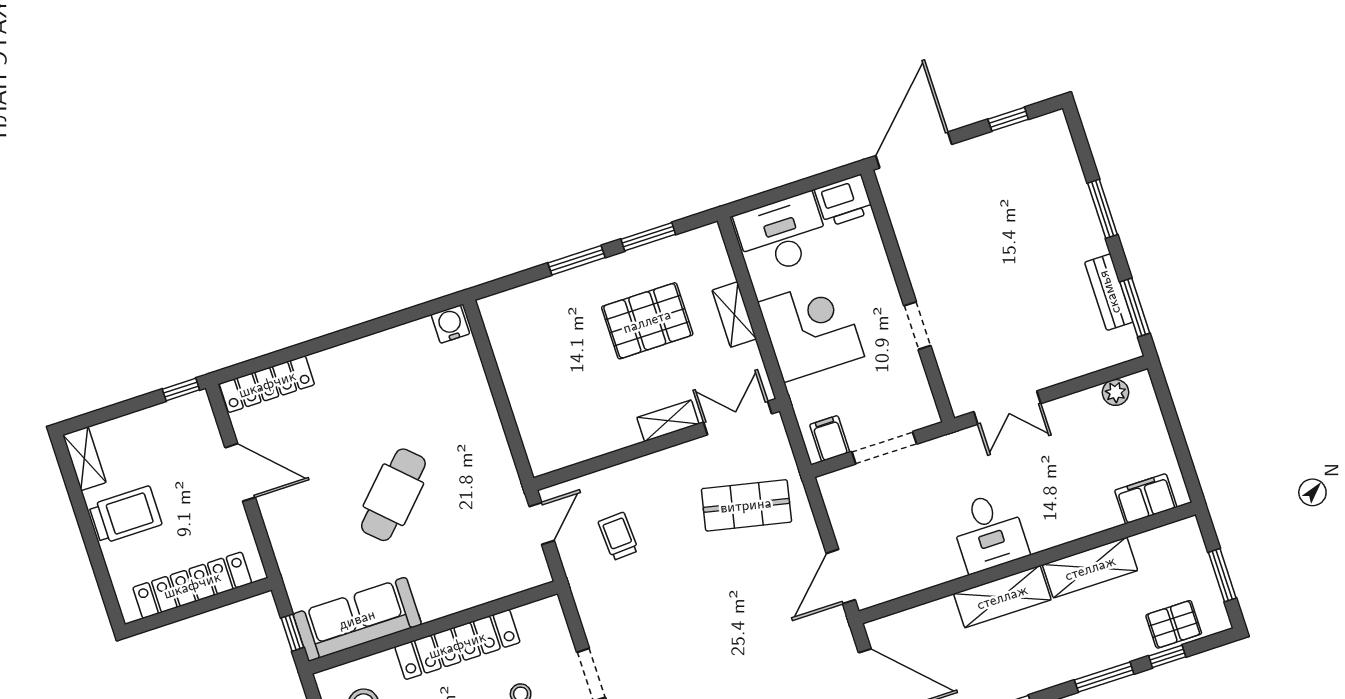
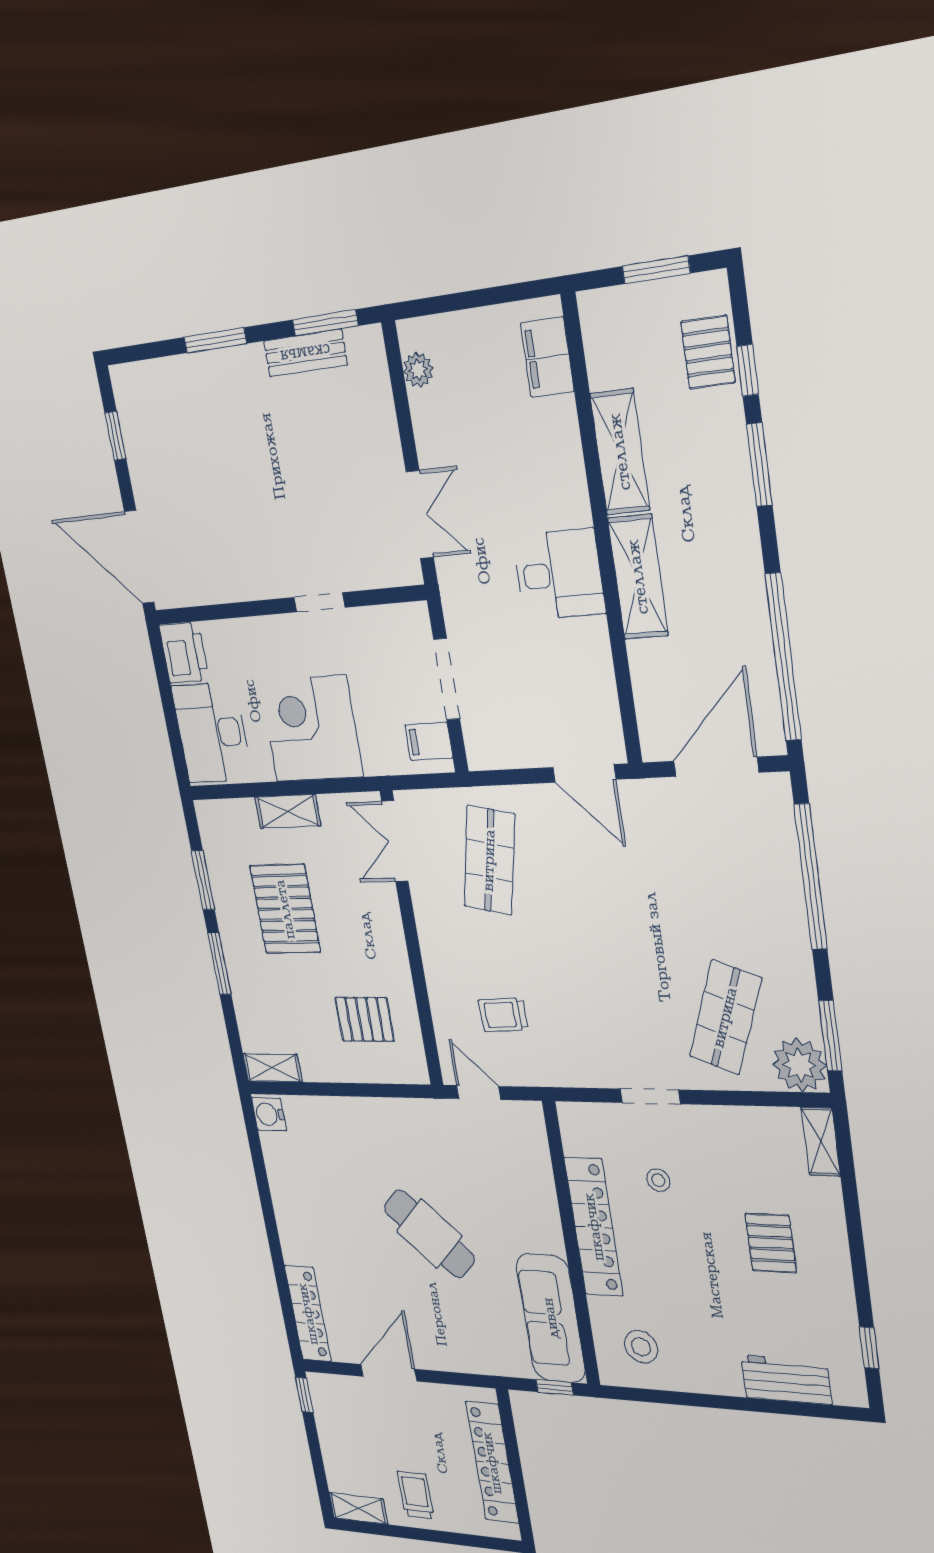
pallet: (572, 408) -> (365, 1019), added
shelving: (668, 421) -> (272, 1068), moved, turned 90
trolley: (125, 515) -> (416, 1495), width x0.73, depth x0.72

